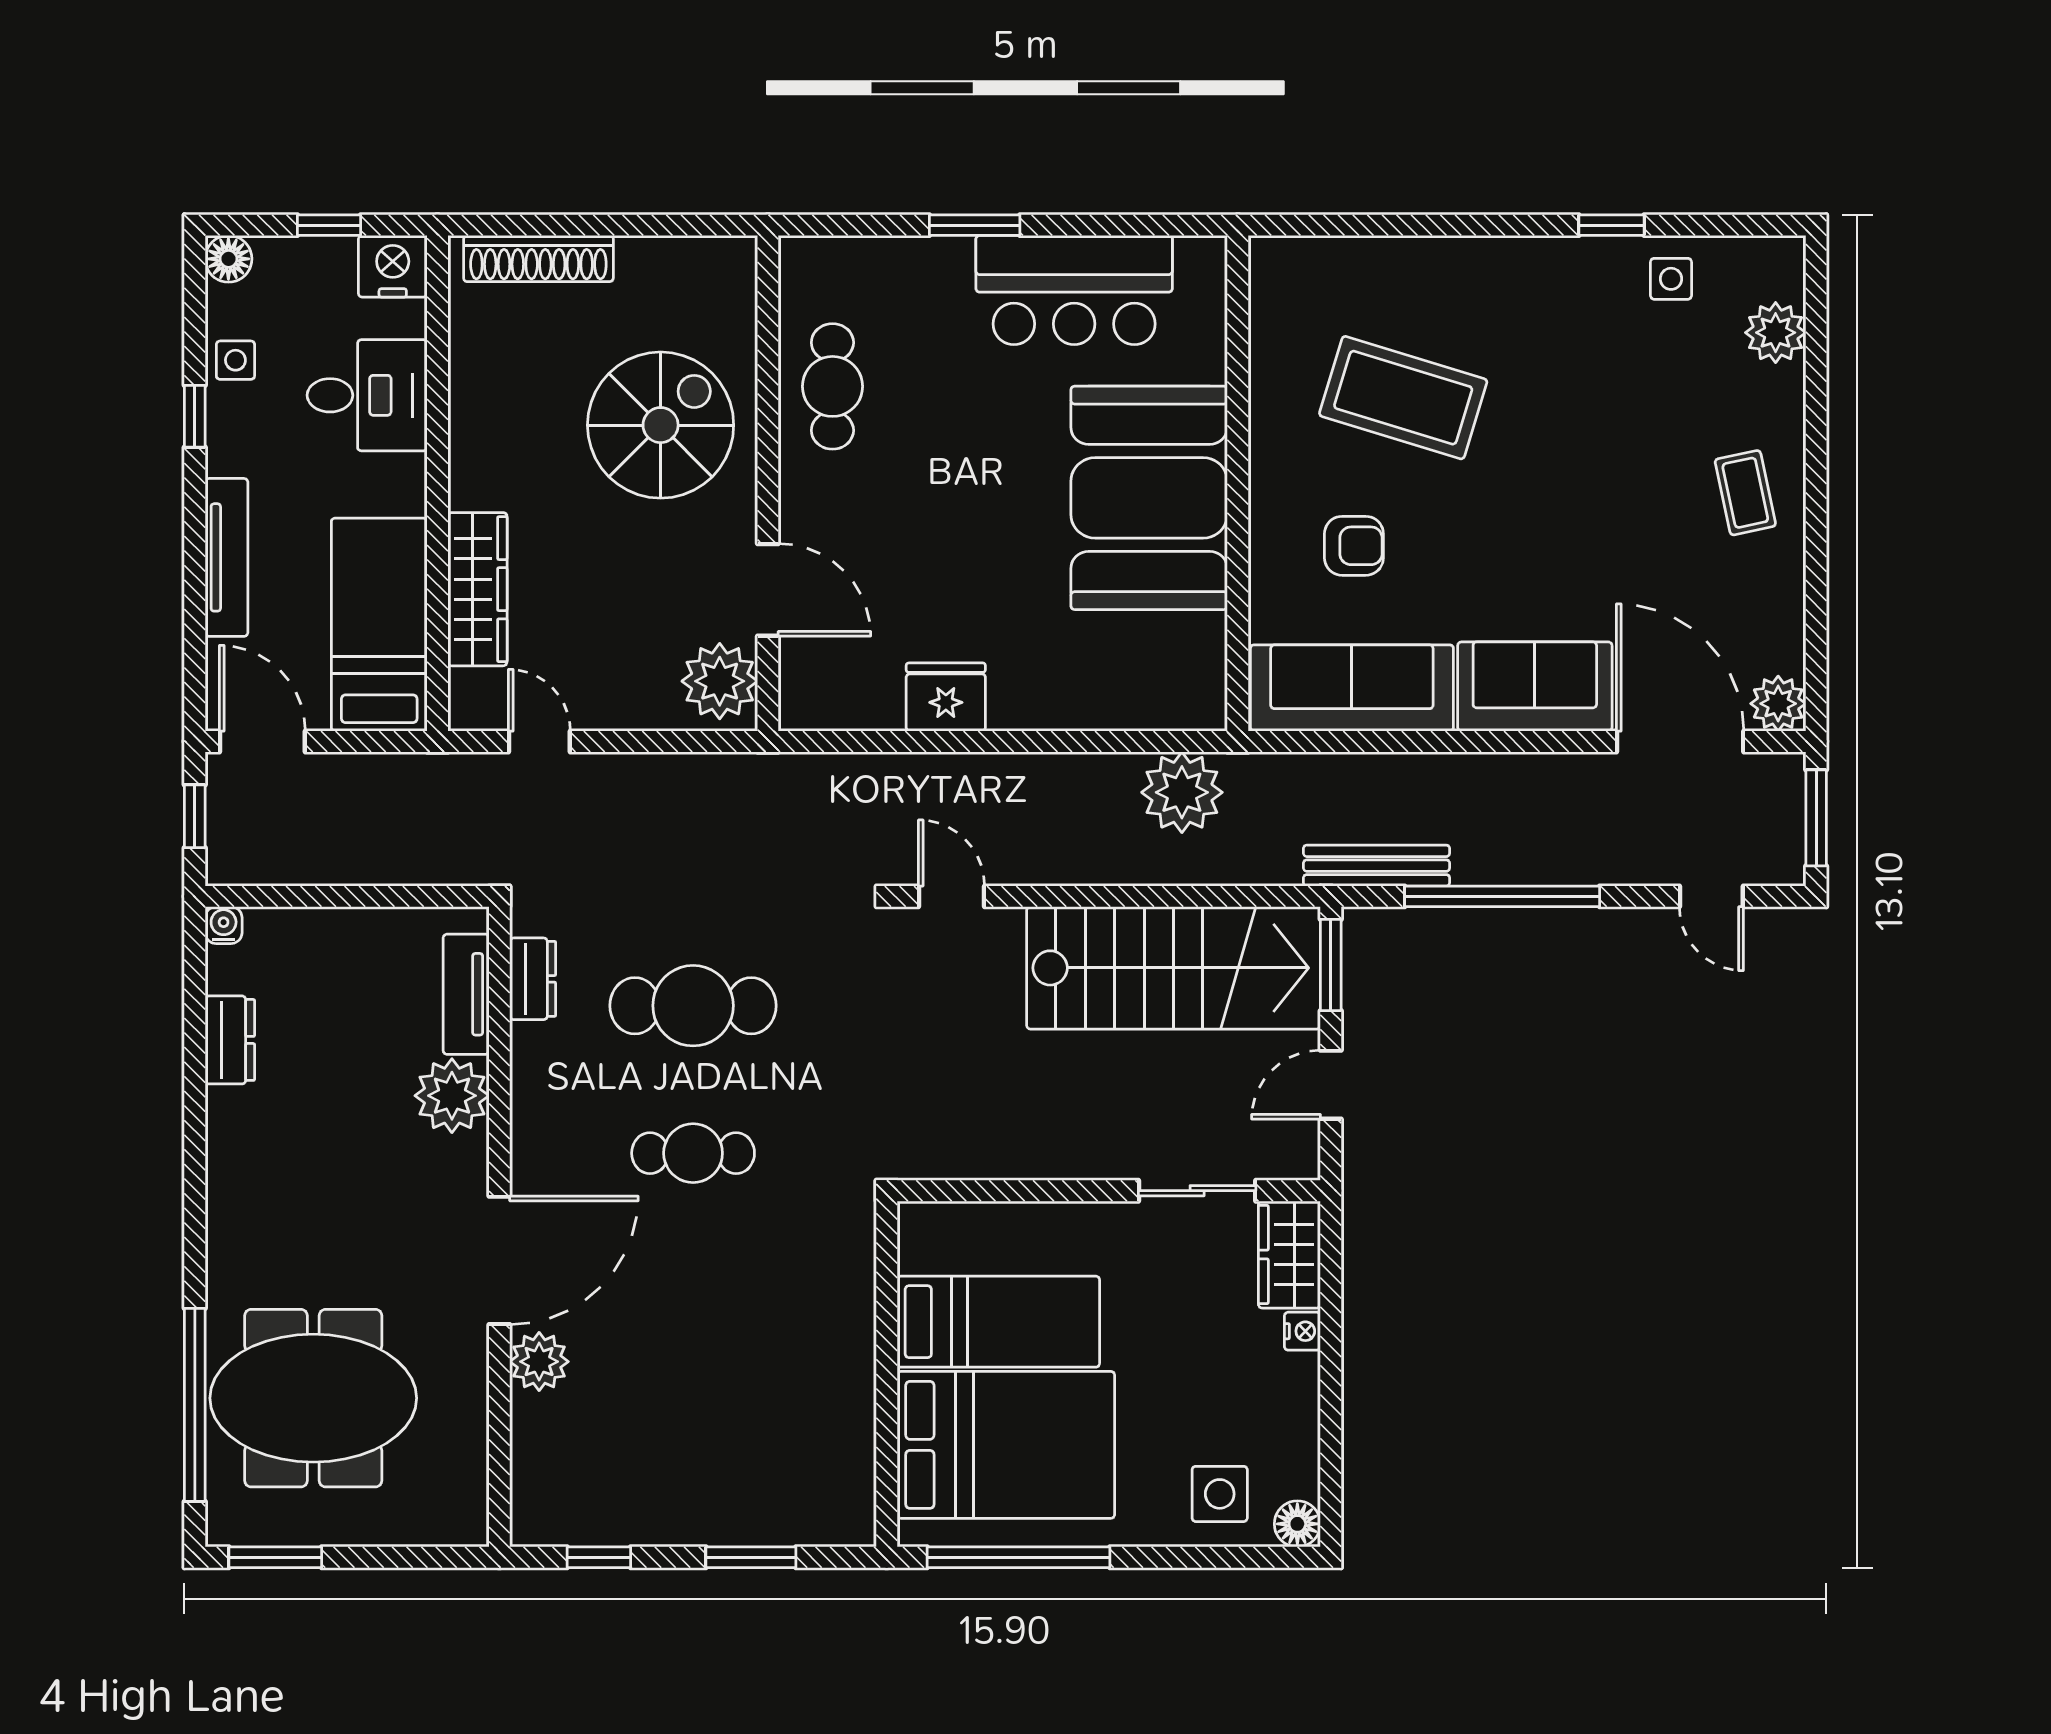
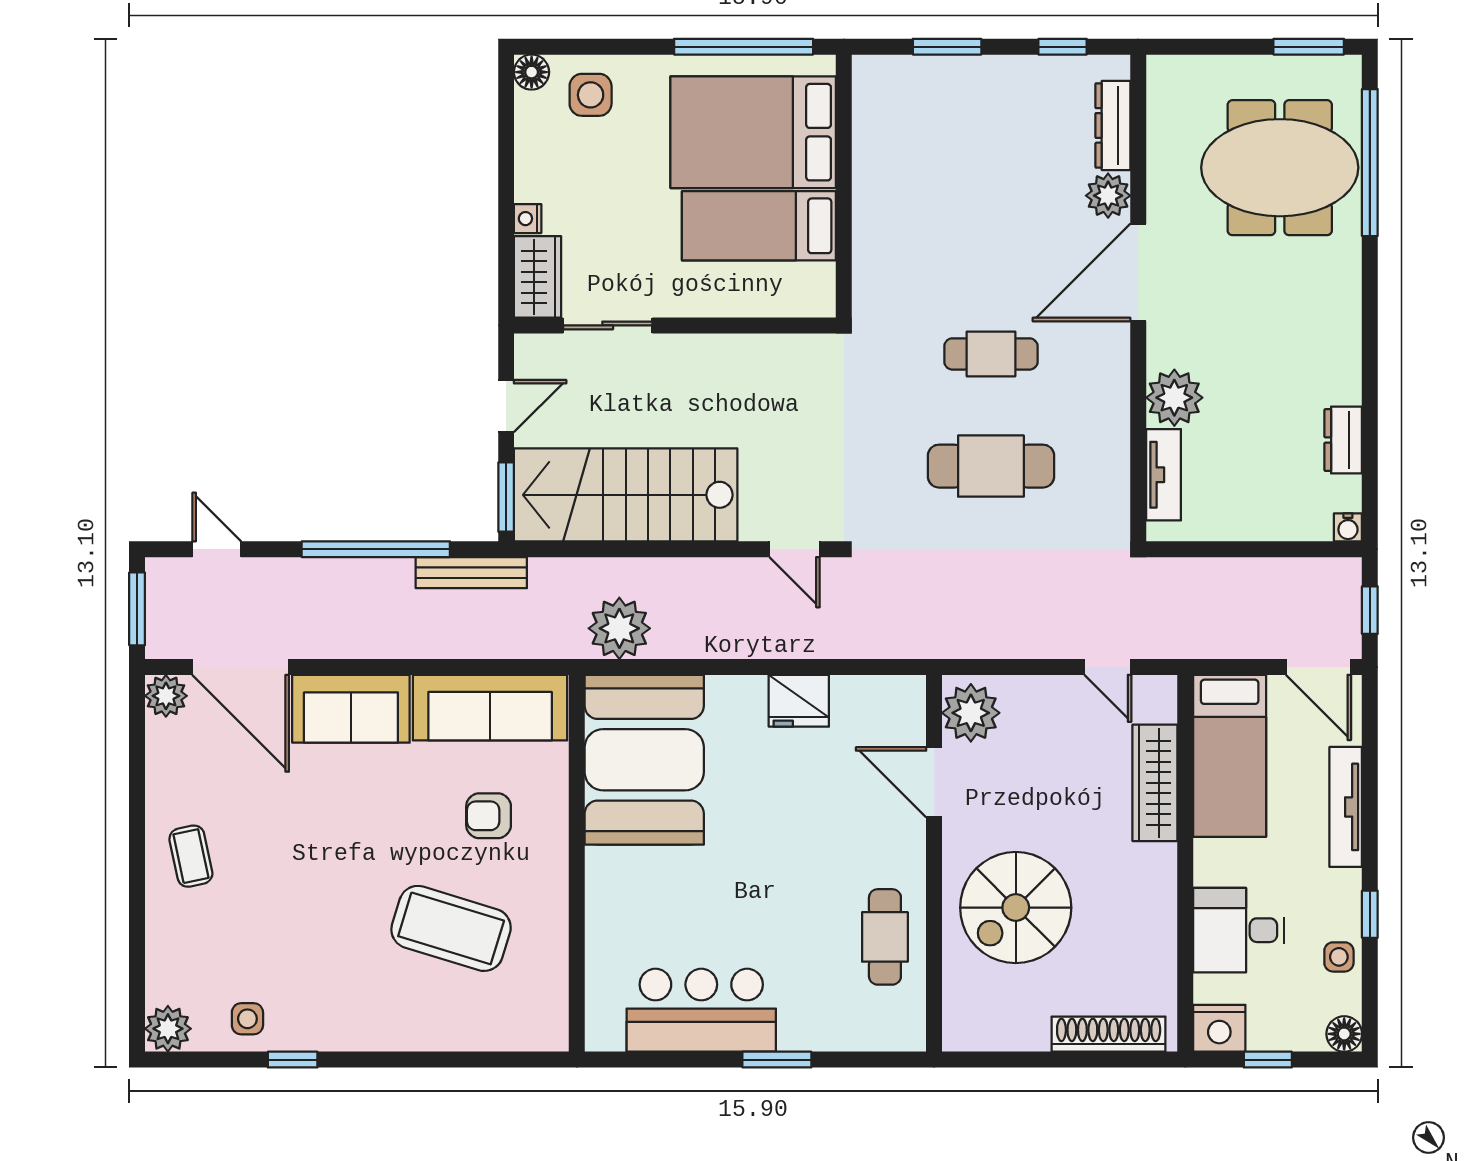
plant: (1776, 333) -> (168, 1029), moved
booth: (1149, 498) -> (644, 760), moved
dresser: (533, 979) -> (1113, 125), moved, width x1.44

